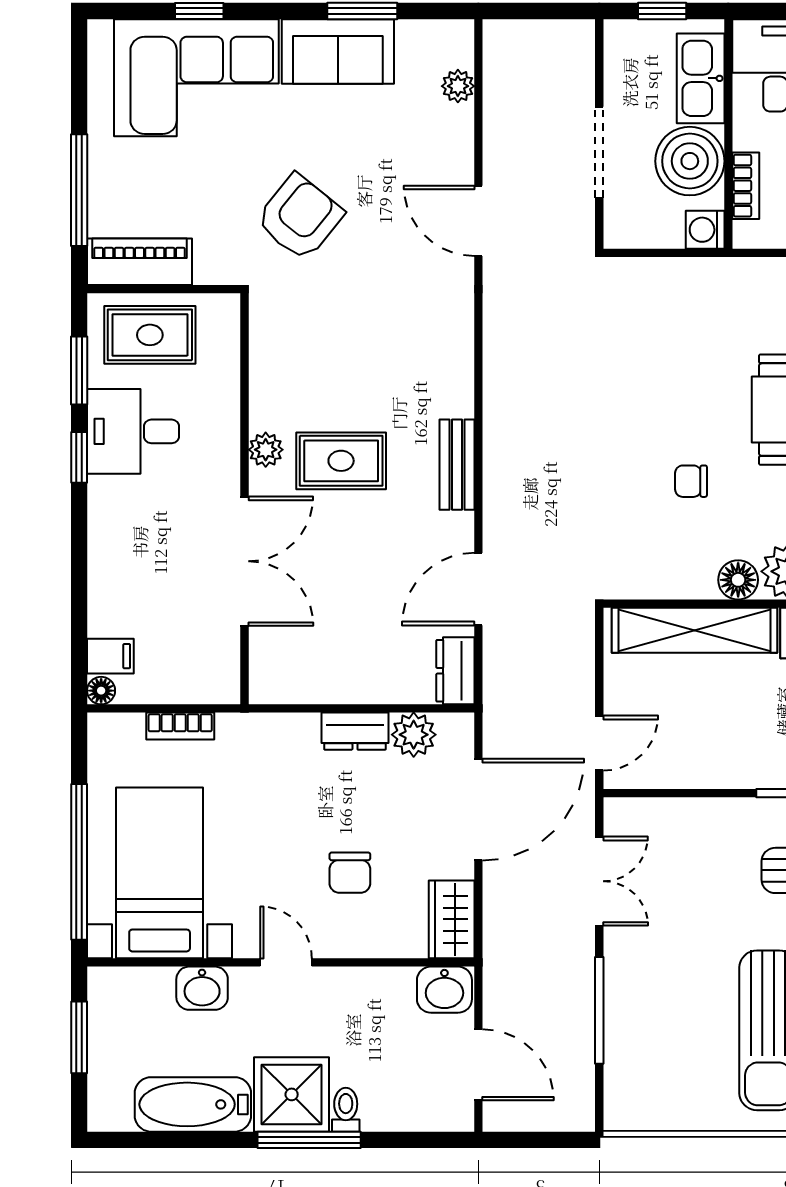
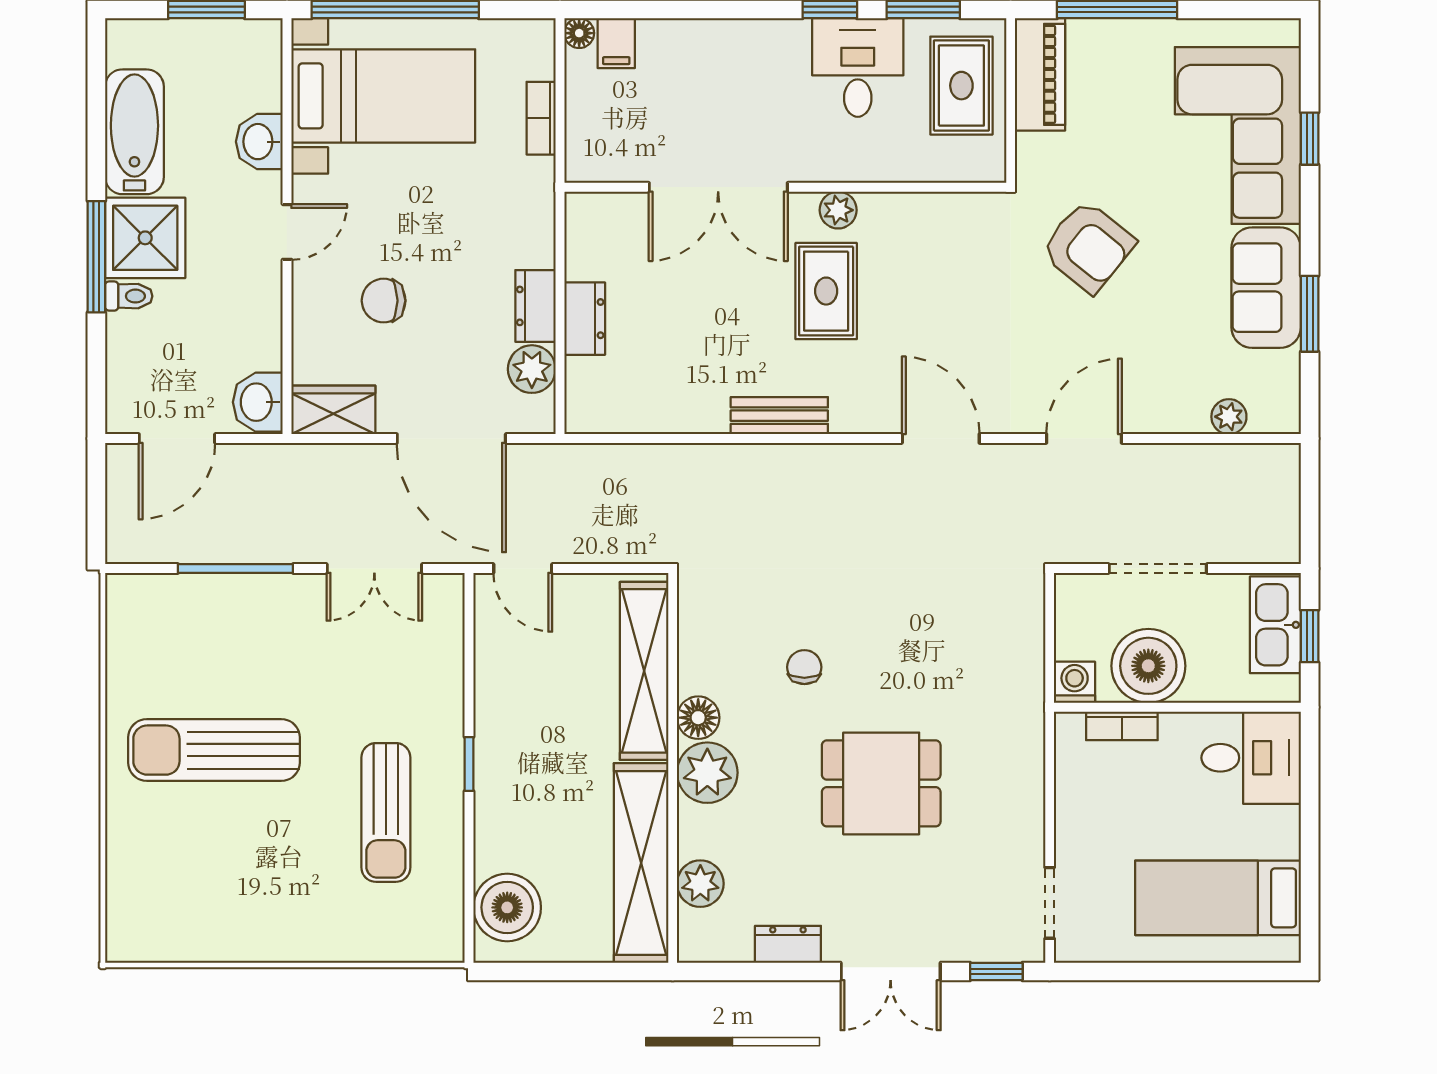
kitchen sink: (701, 78) -> (1275, 625), moved, turned -90
bench: (457, 465) -> (779, 416), moved
door: (478, 589) -> (941, 439), moved
dresser: (455, 671) -> (585, 319), moved, turned 90

